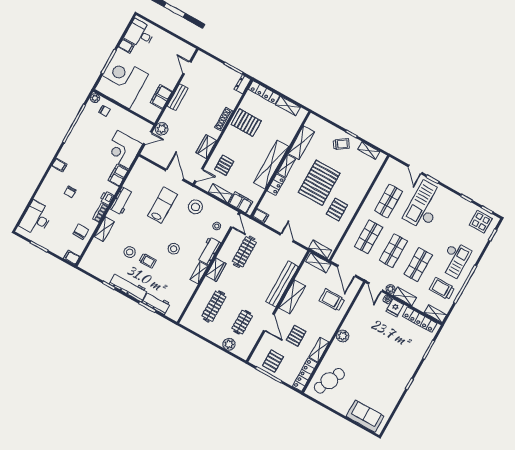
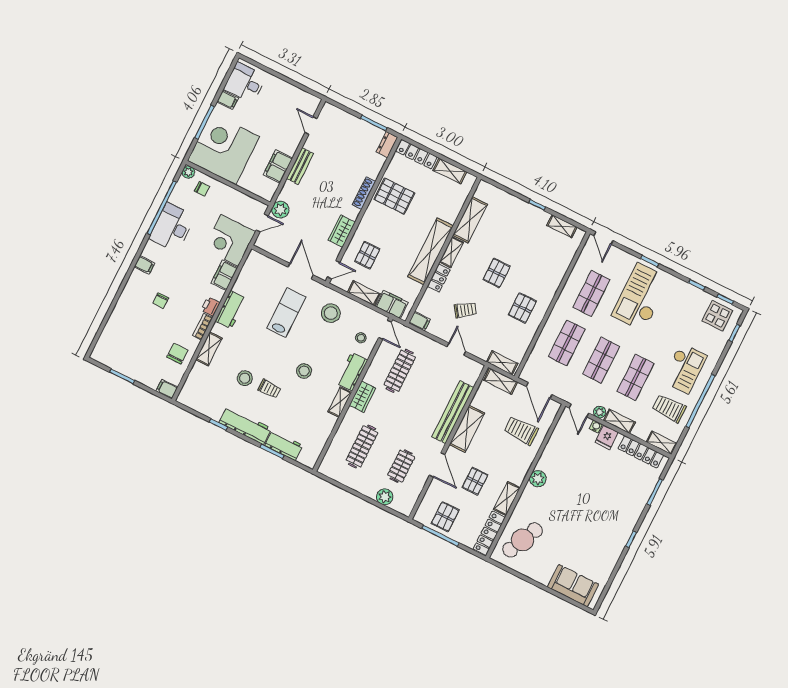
trolley: (341, 144) -> (465, 310), moved
door: (415, 170) -> (603, 238), moved
pallet: (319, 183) -> (497, 273), width x0.49, depth x0.50
desk: (36, 218) -> (172, 227), moved

